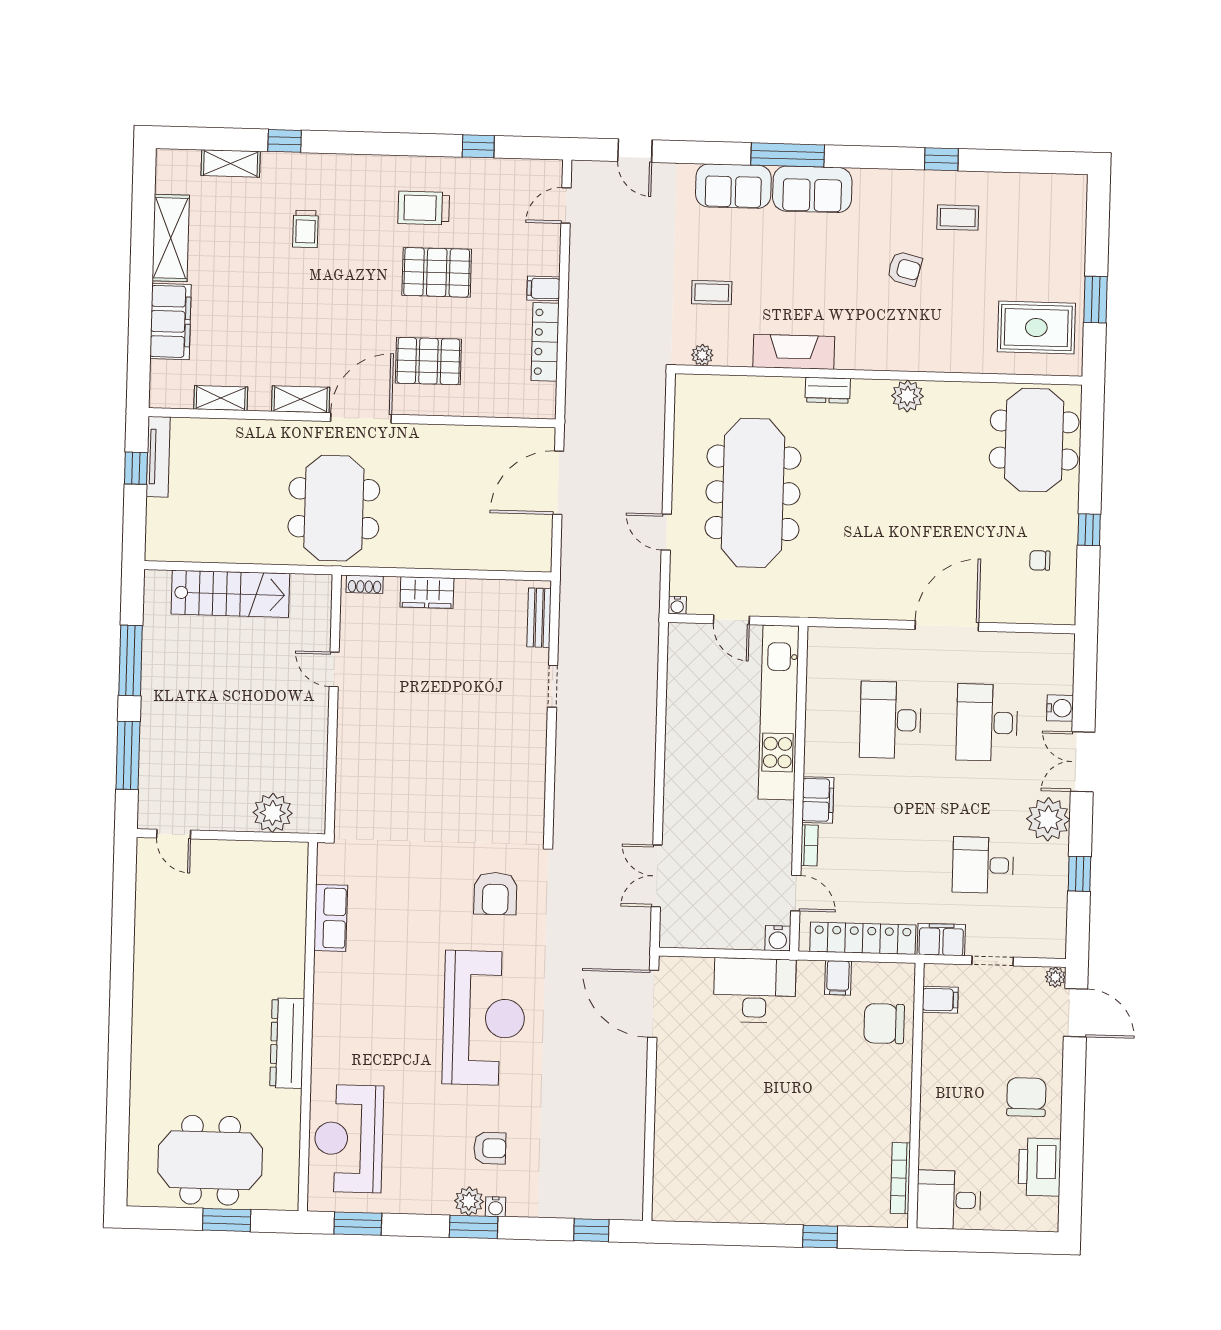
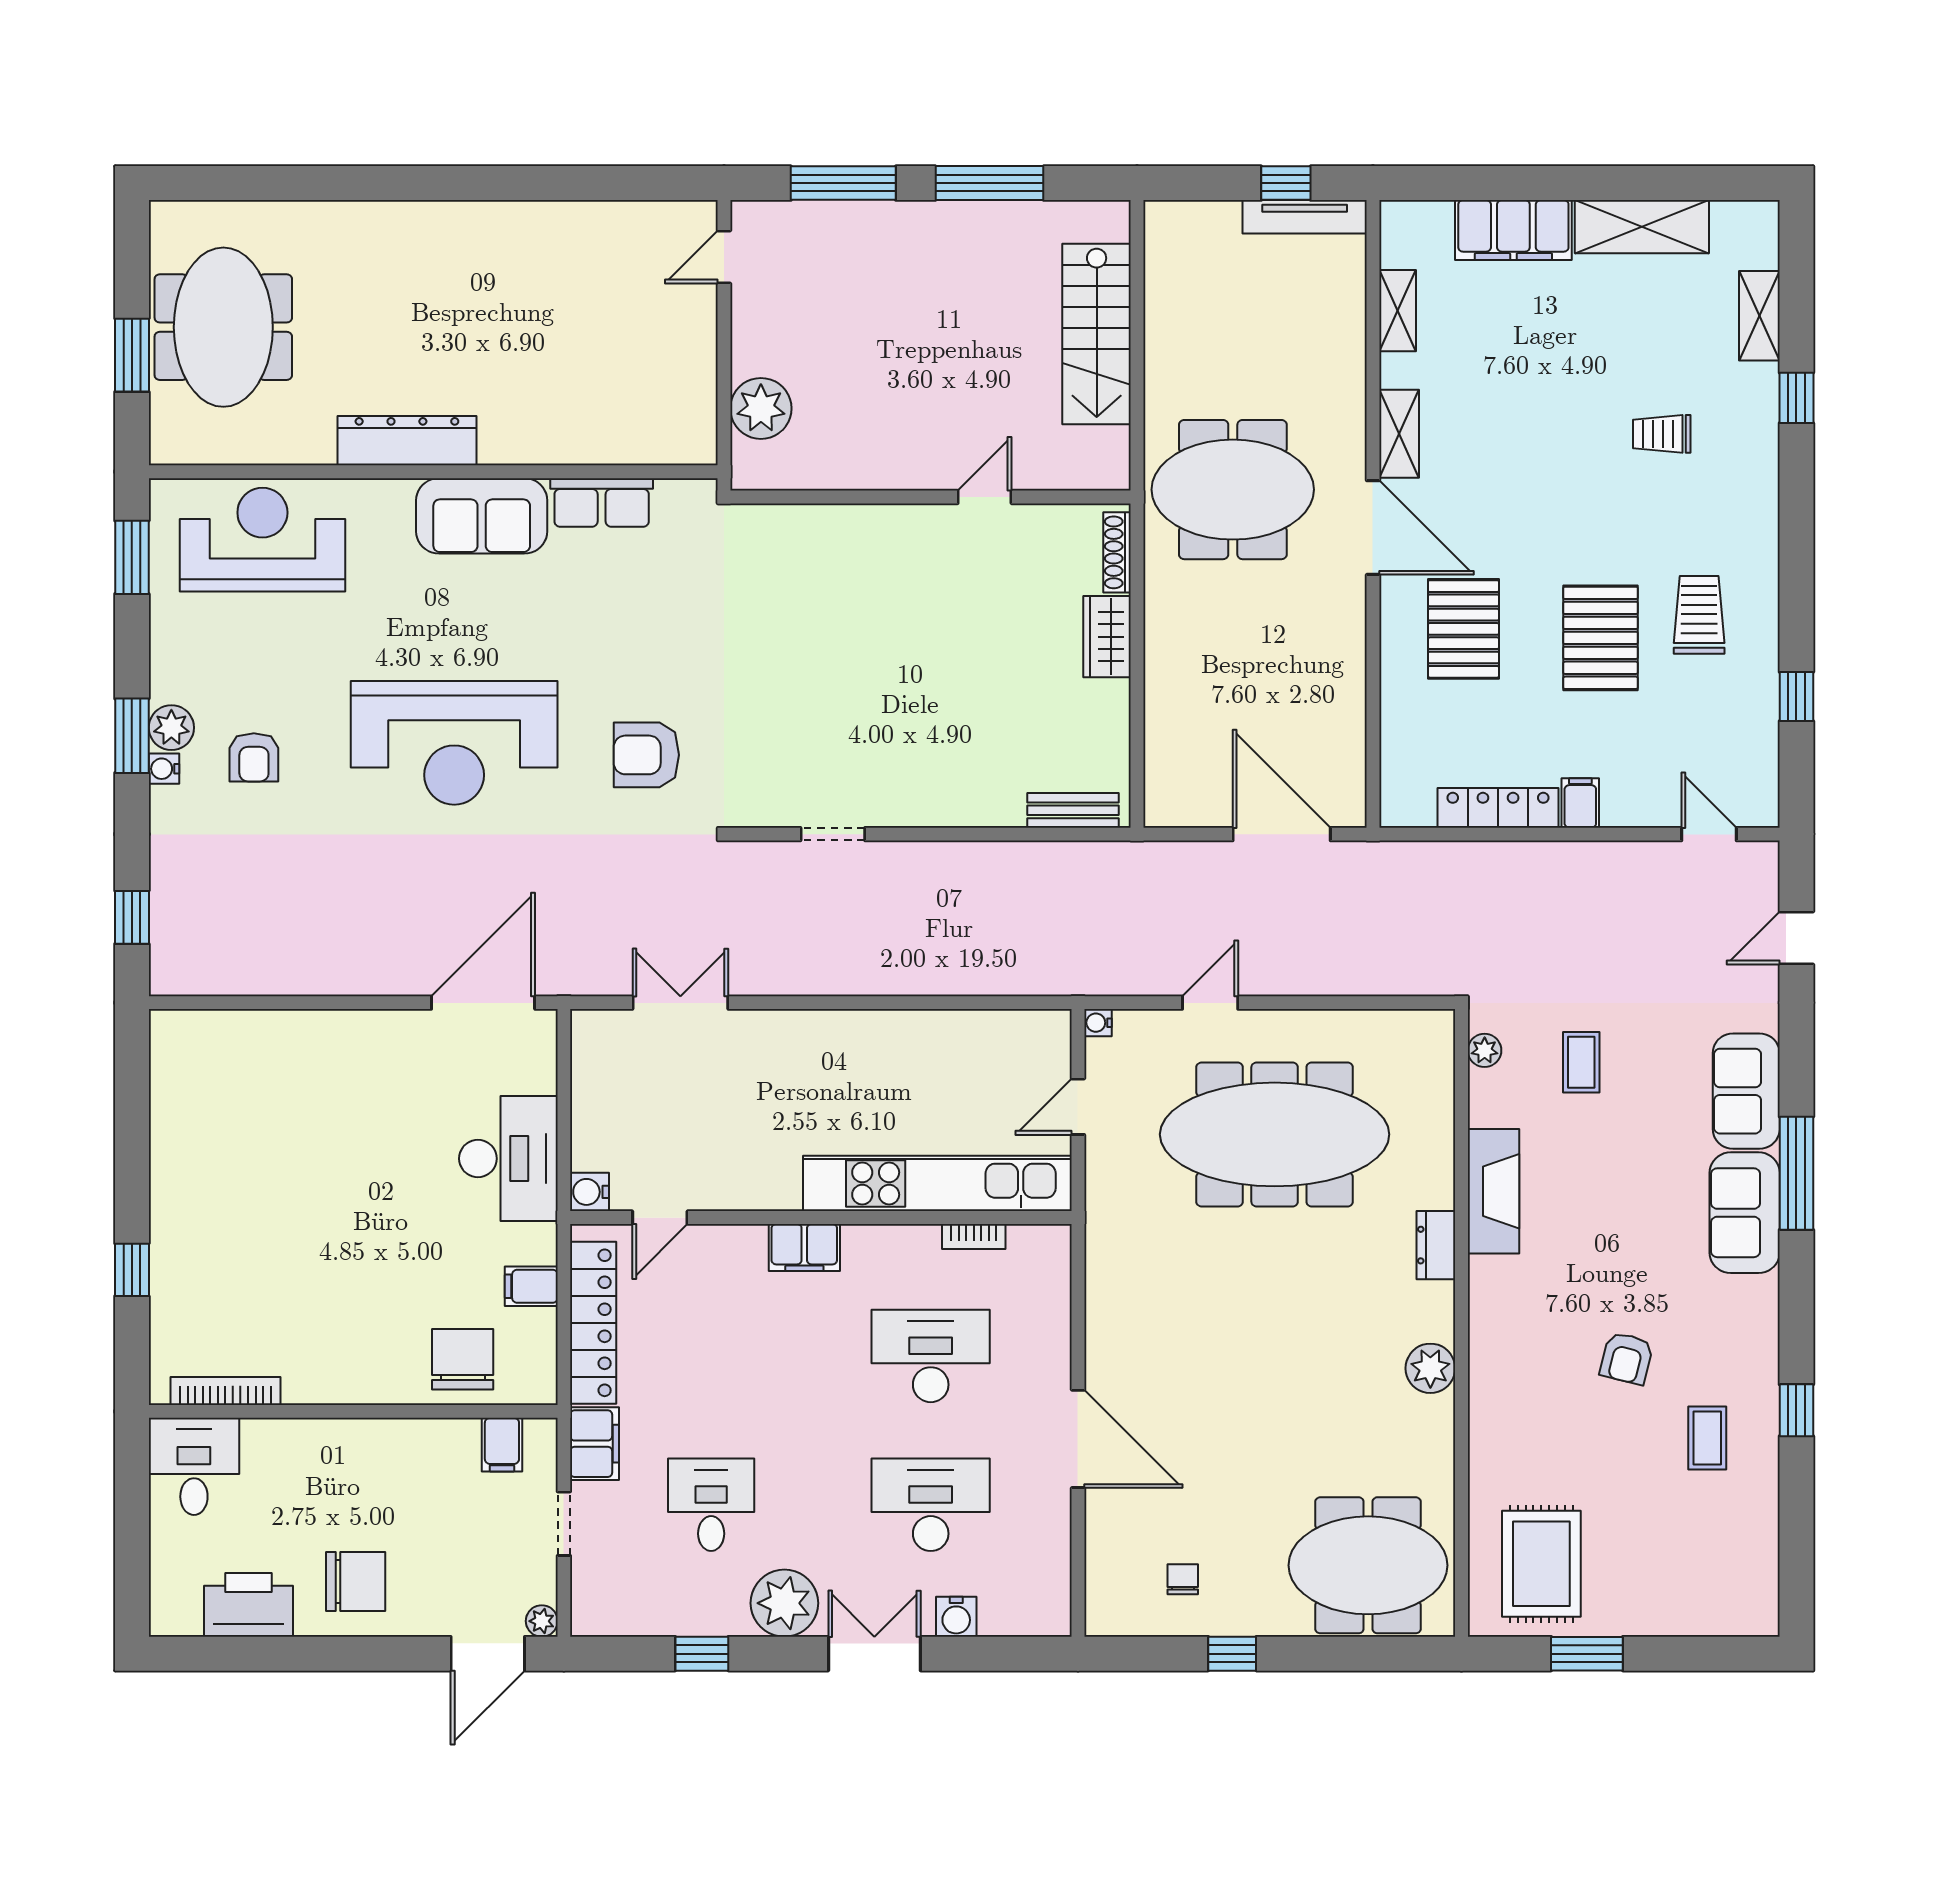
shoe rack: (365, 584) -> (1117, 552), width x1.43
doorway: (553, 686) -> (833, 834), moved
bookcase: (809, 845) -> (974, 1236), moved
sofa: (337, 996) -> (482, 516), added

